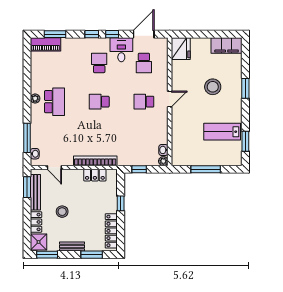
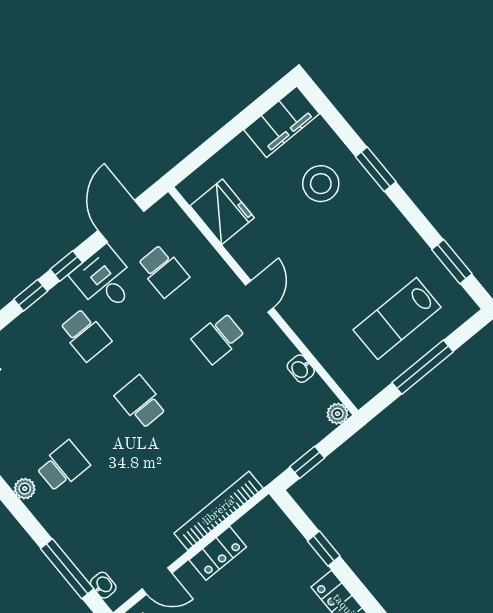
fridge: (181, 49) -> (222, 212), moved
school desk: (99, 63) -> (85, 335), turned 180
stool: (213, 87) -> (321, 184), moved
school desk: (55, 102) -> (63, 466), width x0.54
school desk: (99, 102) -> (141, 402), turned 90
lab bench: (222, 132) -> (397, 319), moved
washbasin: (163, 150) -> (301, 369), moved
locker: (95, 175) -> (218, 553), moved

